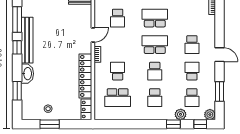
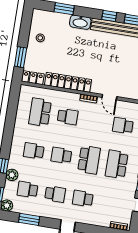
school desk: (155, 18) -> (117, 164), turned 180
window: (50, 124) -> (21, 57), moved

